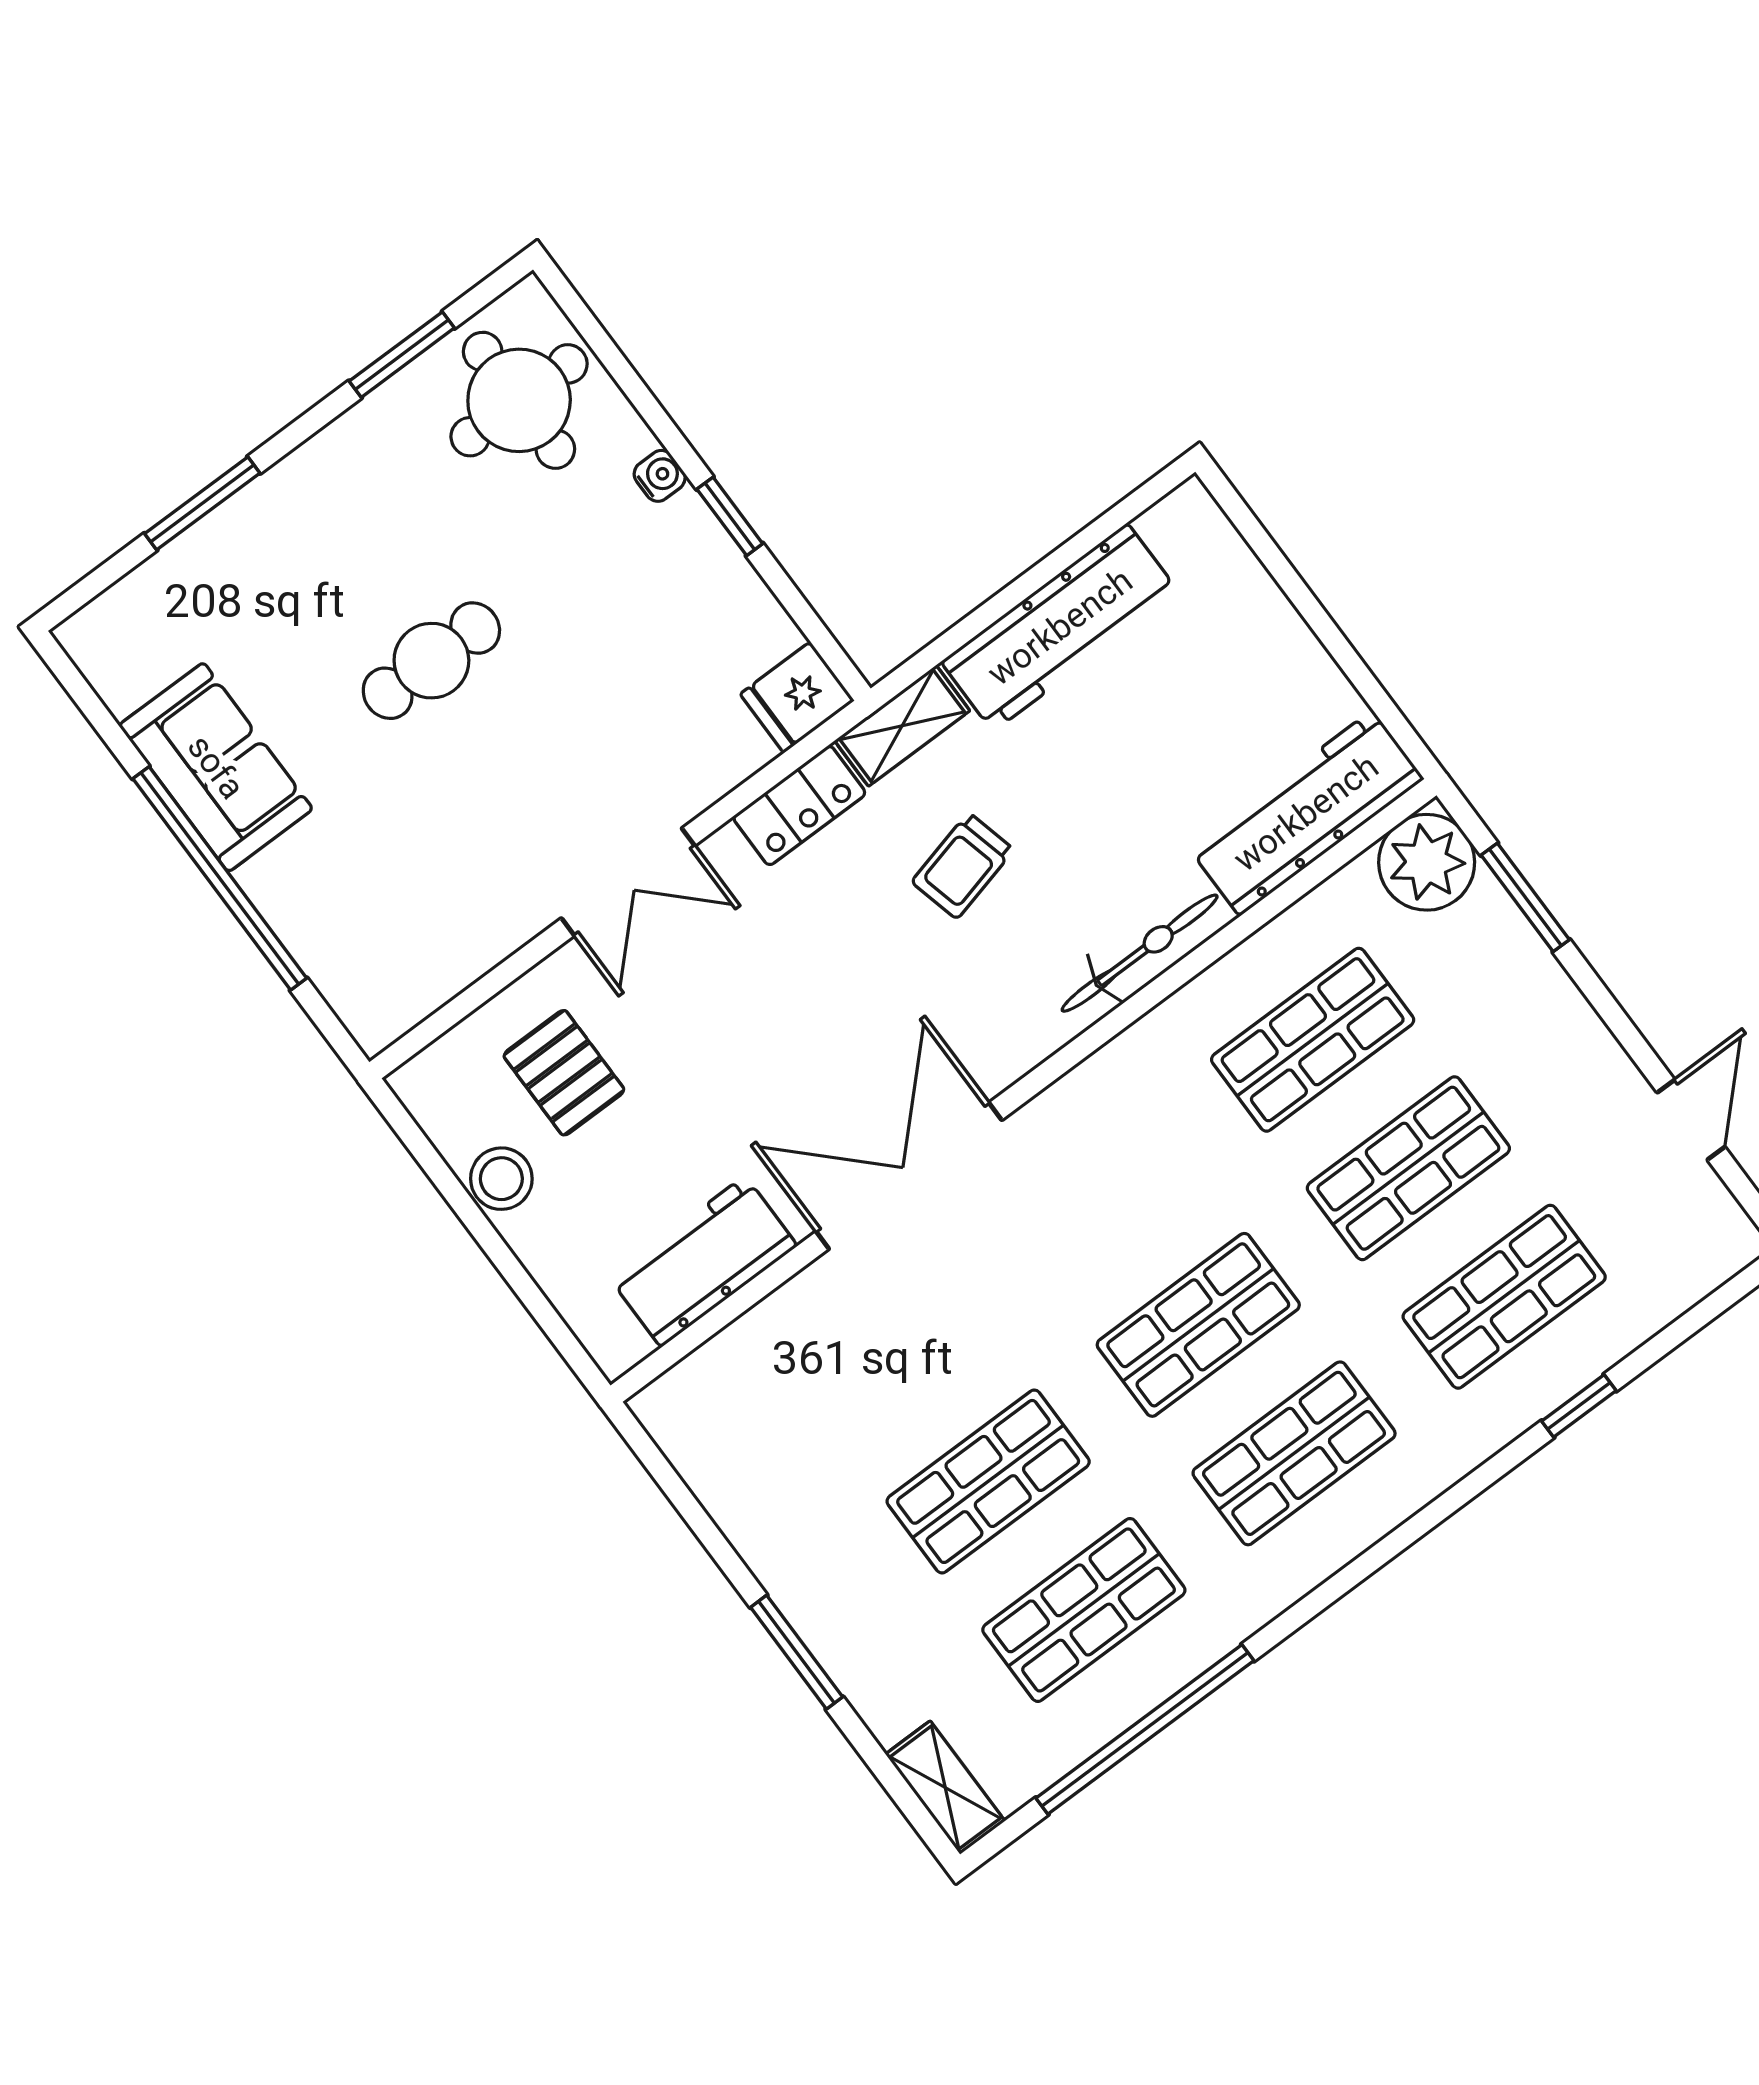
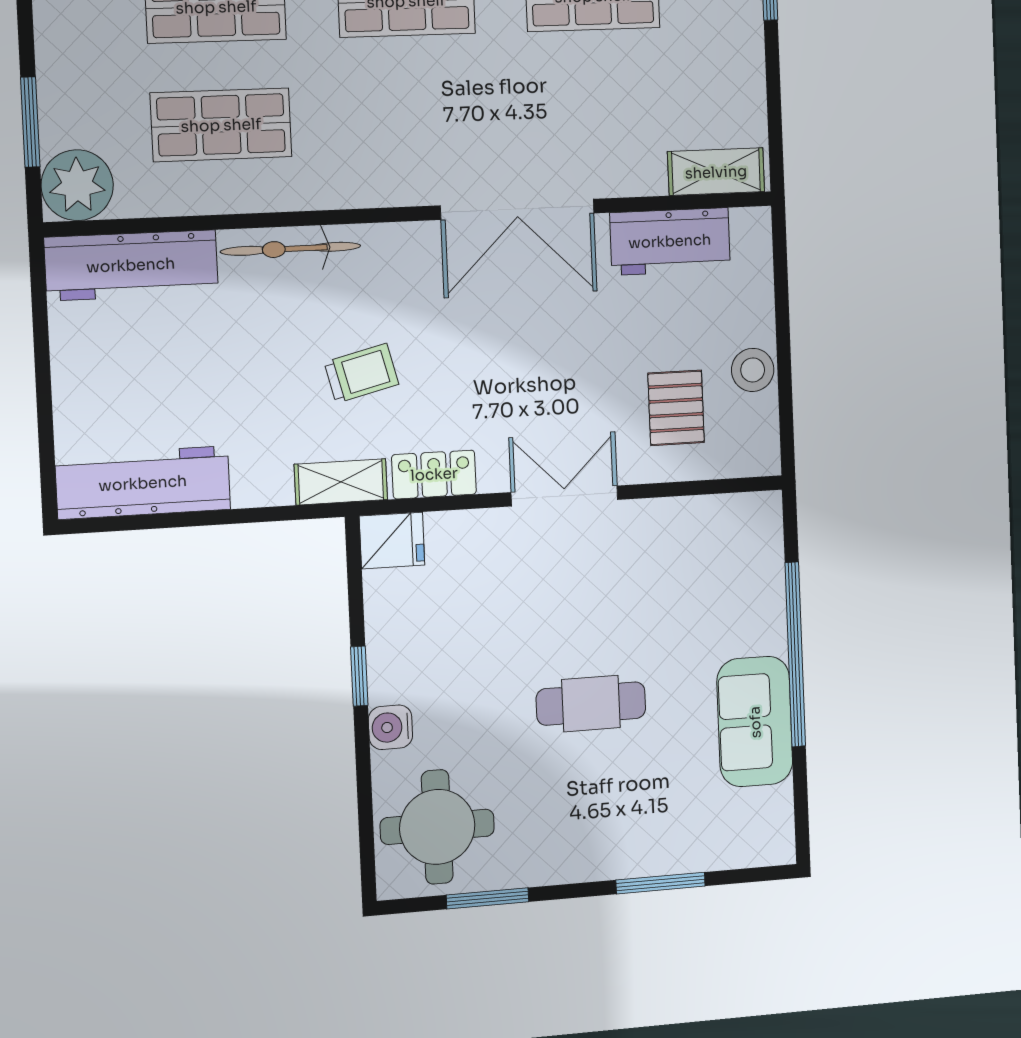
water cooler: (660, 476) -> (390, 727), width x1.38, depth x1.38
workbench: (1060, 627) -> (143, 483), moved
shelving: (704, 1380) -> (716, 172), added

